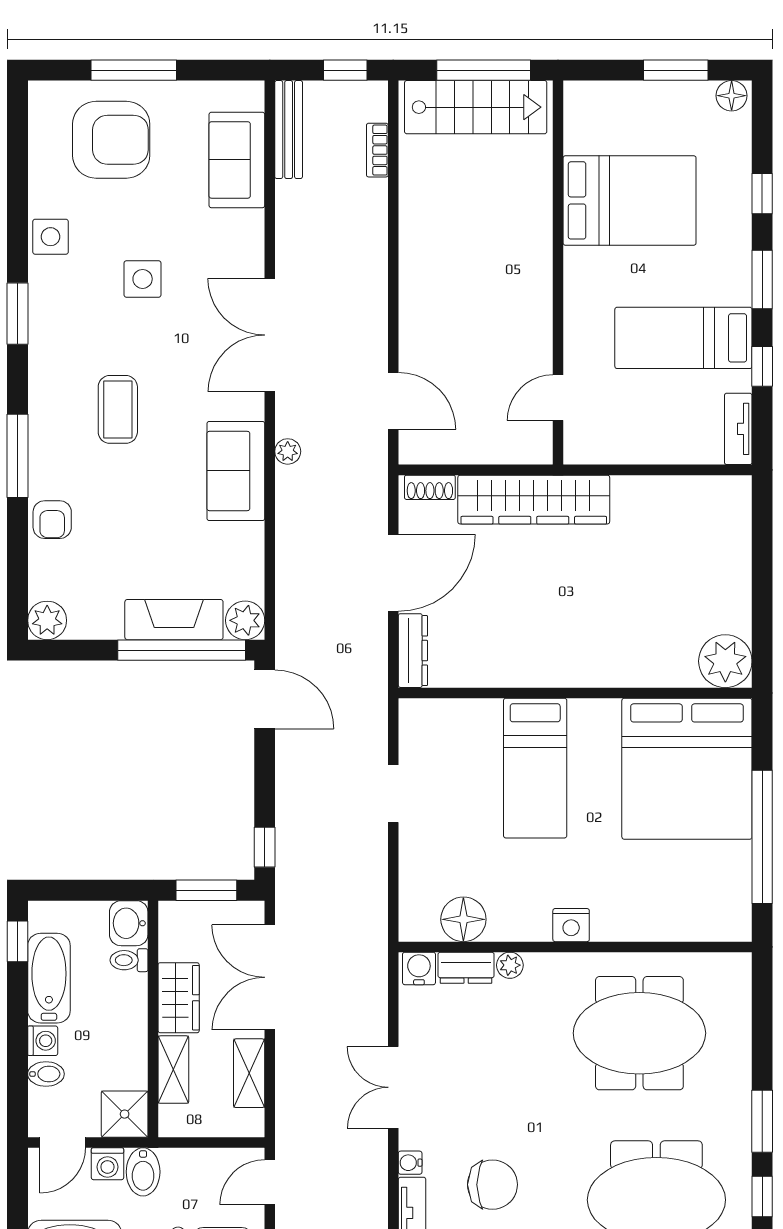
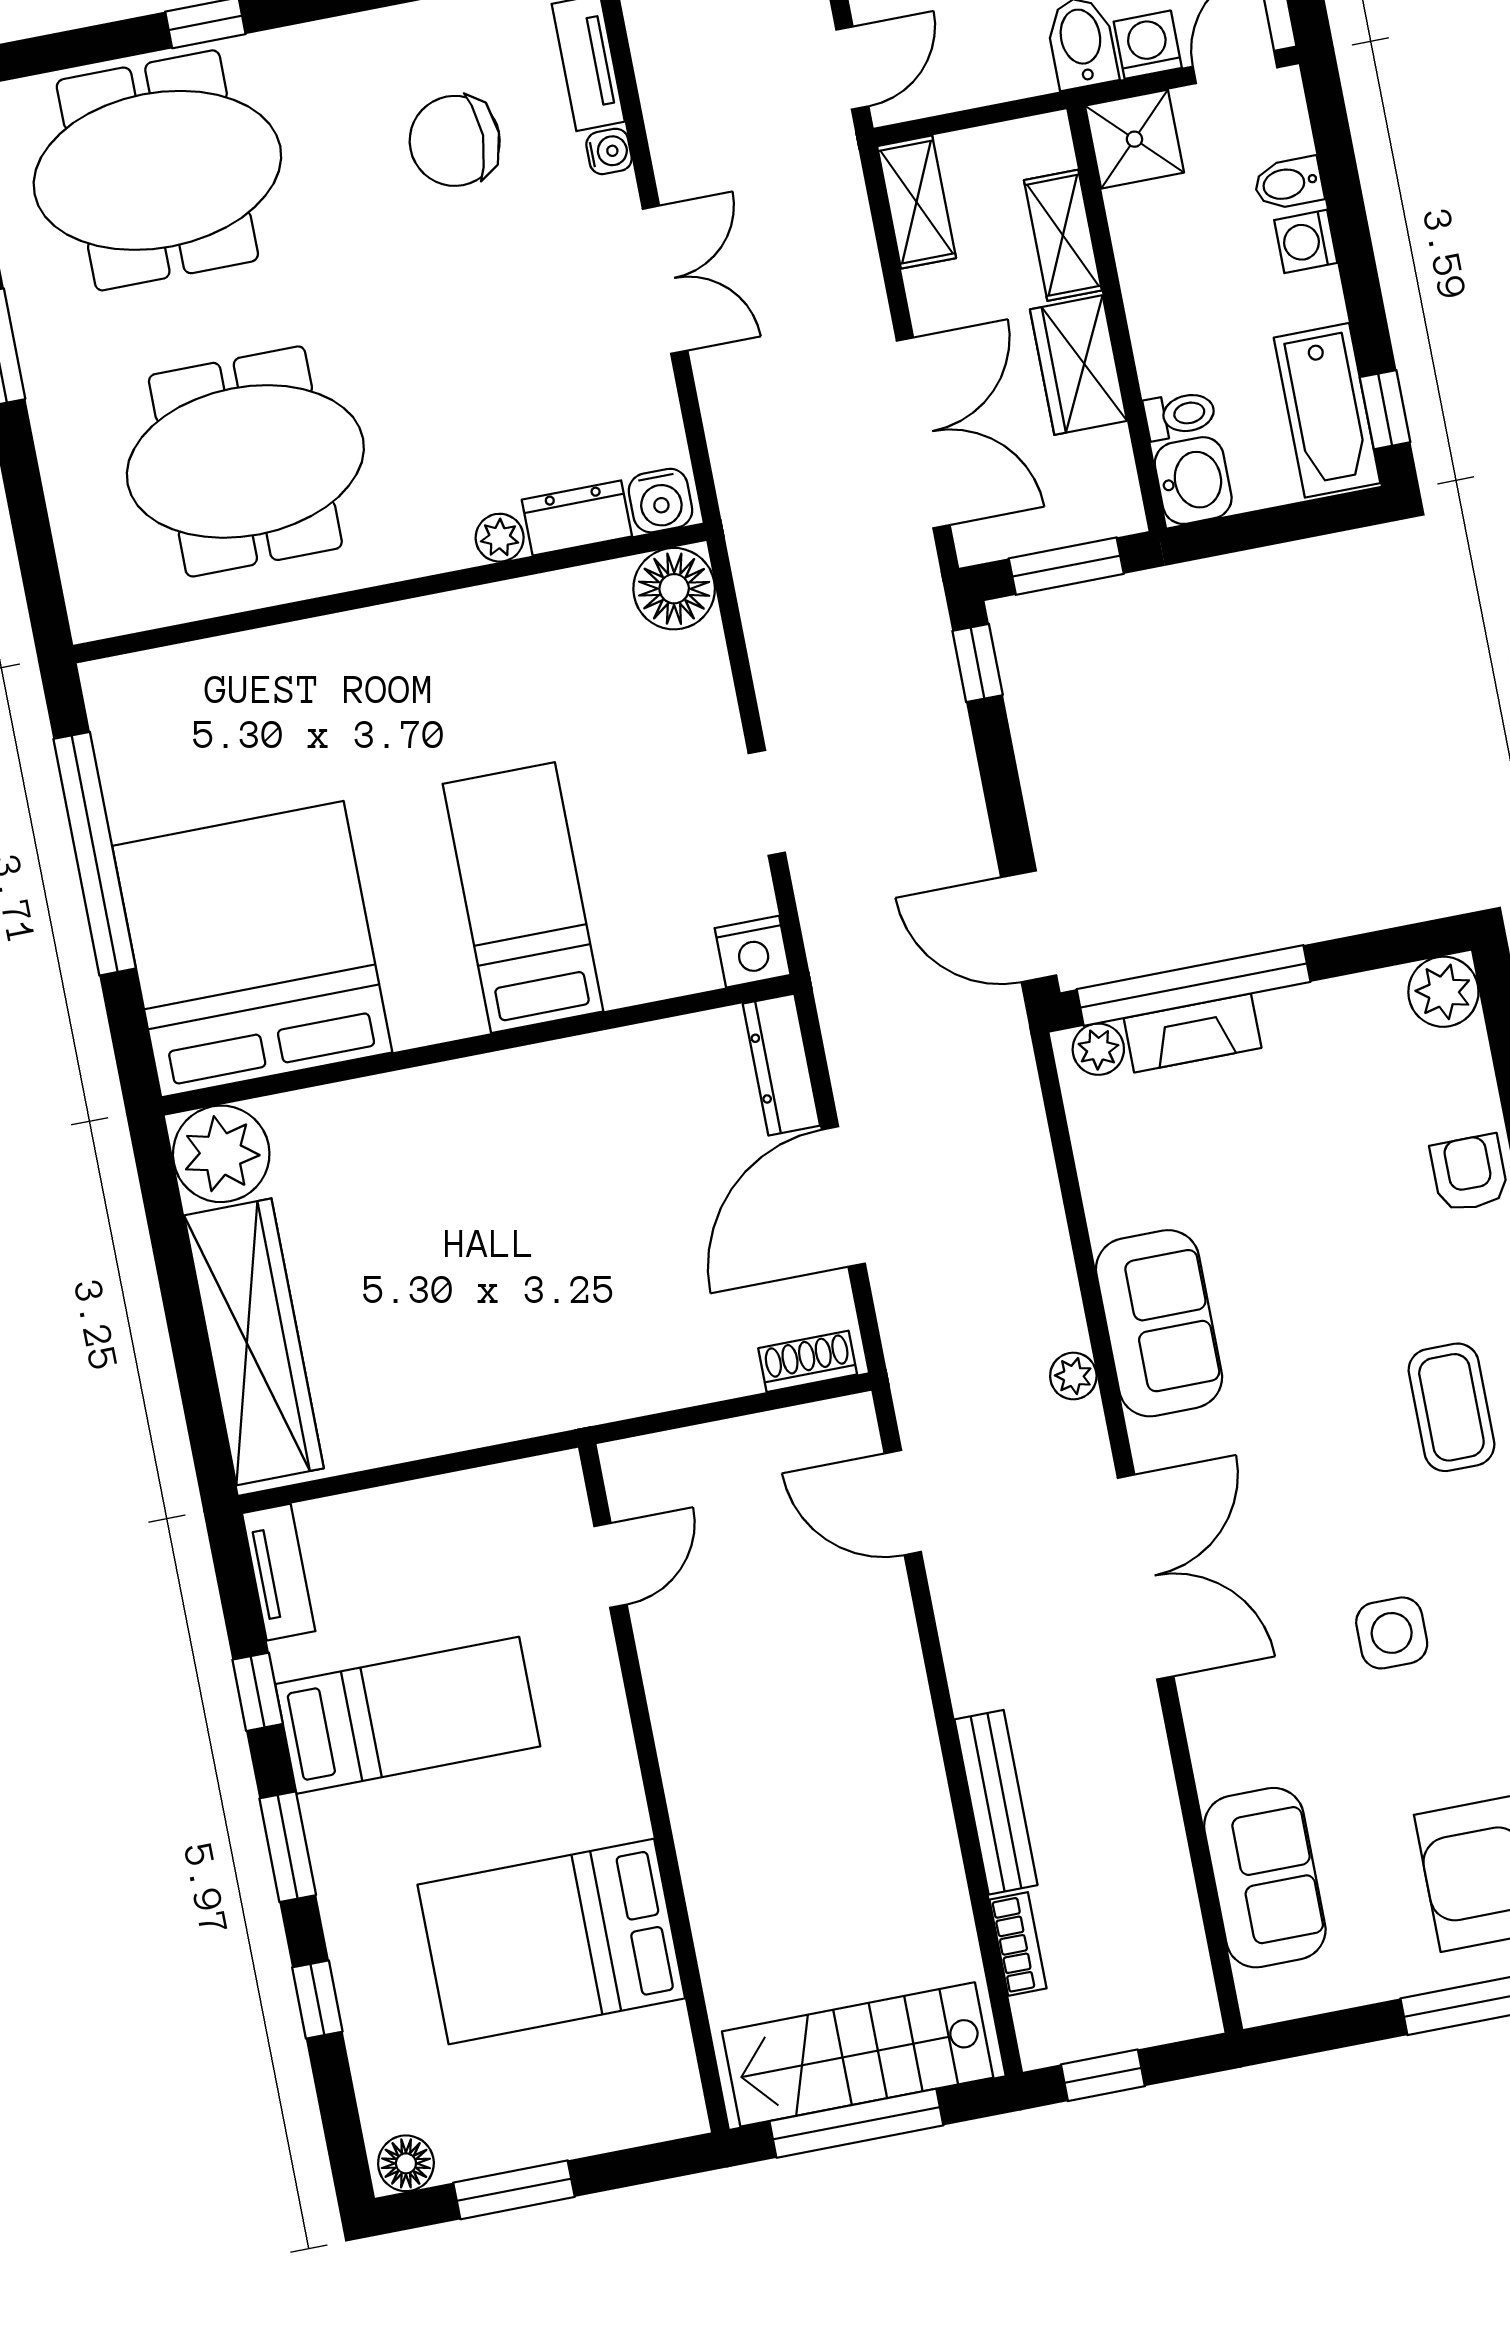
bench: (289, 130) -> (996, 1802), moved
coffee table: (118, 409) -> (1451, 1407), moved
wardrobe: (534, 500) -> (254, 1342), moved, turned 90
fireplace: (174, 620) -> (1193, 1033), width x0.73, depth x0.76
plant: (245, 620) -> (1098, 1049), width x0.73, depth x0.73
floor lamp: (463, 919) -> (674, 589), moved
nightstand: (571, 925) -> (753, 952), moved, turned 180
bathtub: (49, 978) -> (1327, 410), moved
shelving: (249, 1073) -> (917, 202), moved

